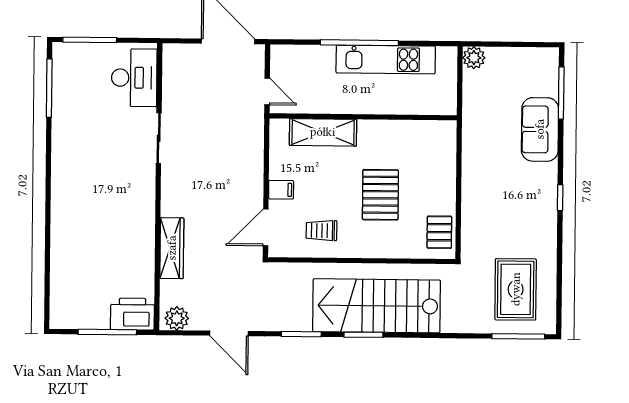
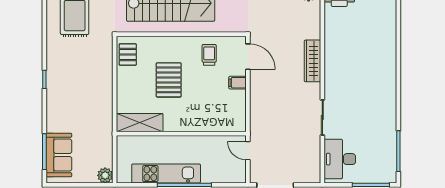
sofa: (540, 129) -> (59, 155), moved
shelving: (323, 132) -> (140, 123), moved
door: (266, 227) -> (248, 57), hinge flipped
trolley: (321, 231) -> (209, 55), turned -90
wardrobe: (172, 248) -> (313, 61), moved

